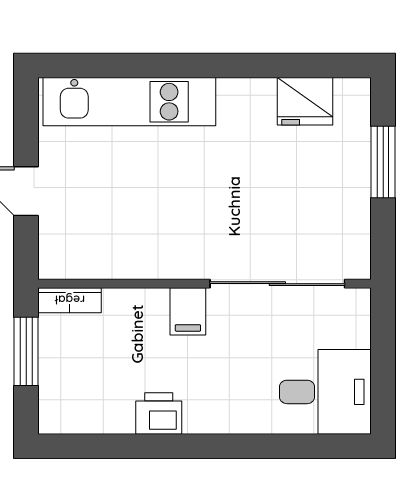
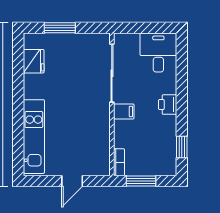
printer: (159, 413) -> (168, 105), moved
window: (105, 446) -> (182, 147), added

